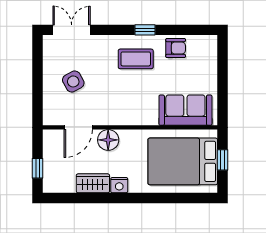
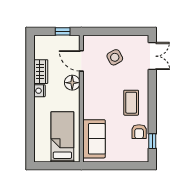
window: (145, 30) -> (152, 141), moved
window: (222, 160) -> (58, 166), removed
bed: (183, 161) -> (62, 137), width x0.67
window: (38, 168) -> (63, 31), moved

